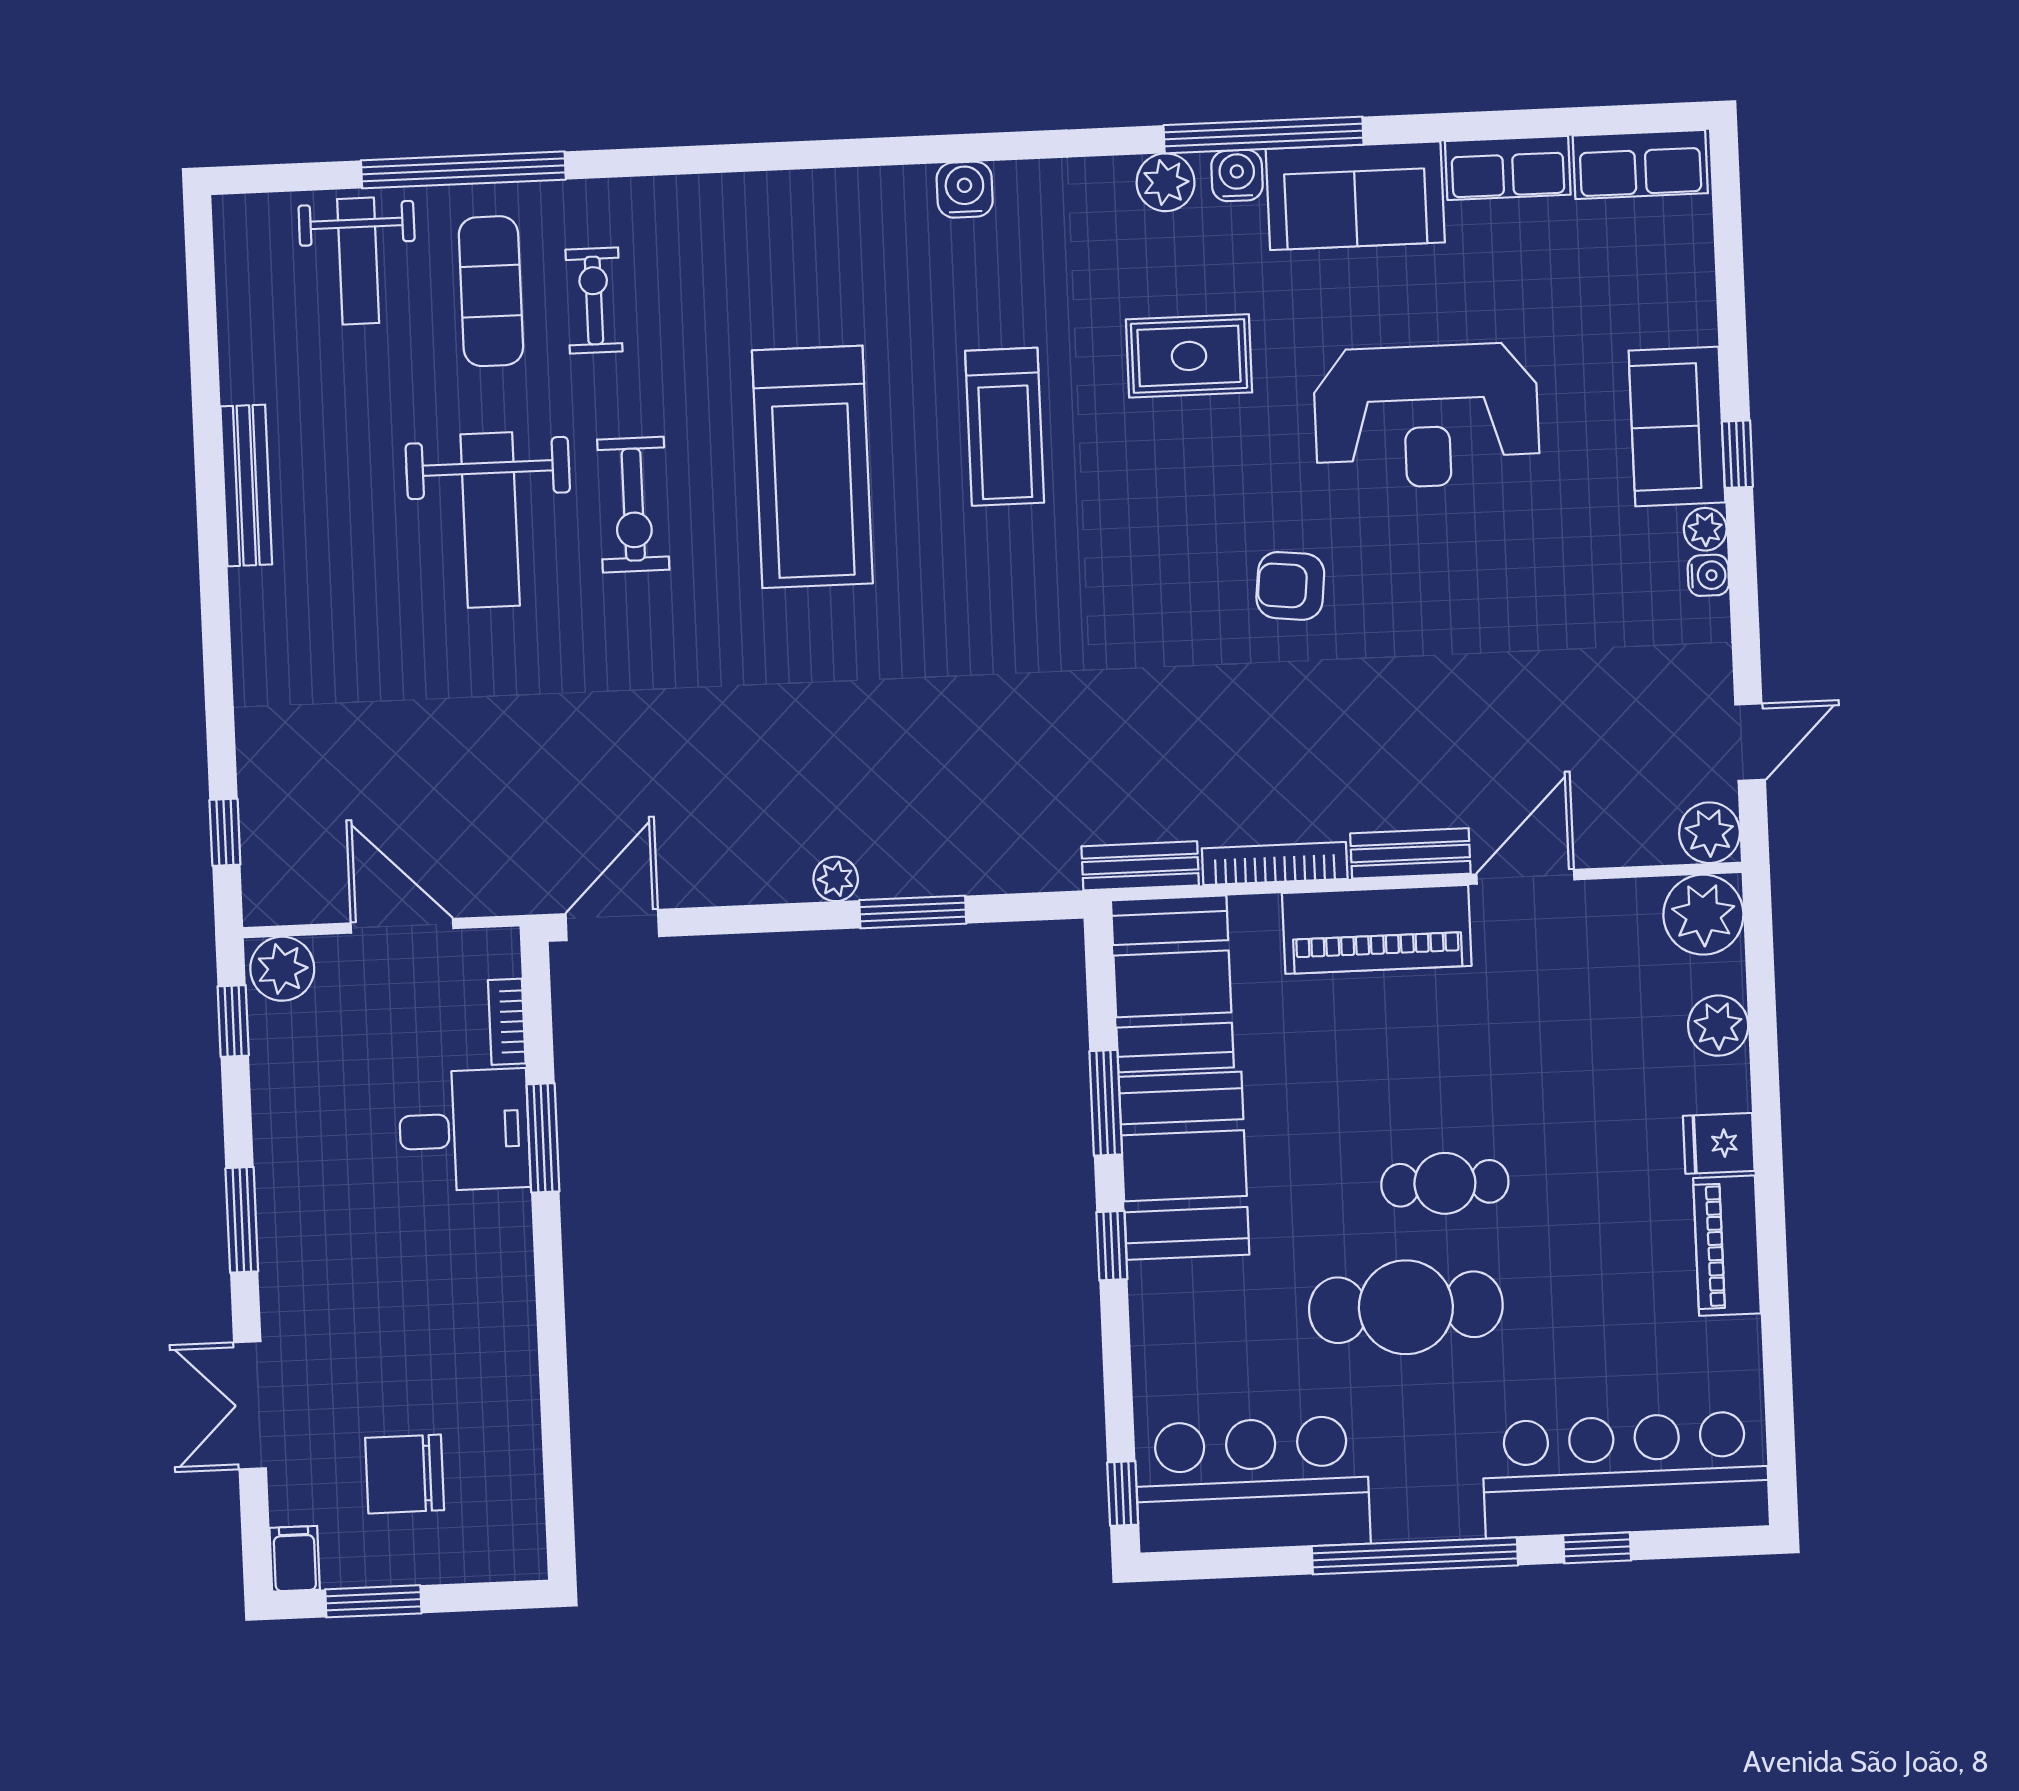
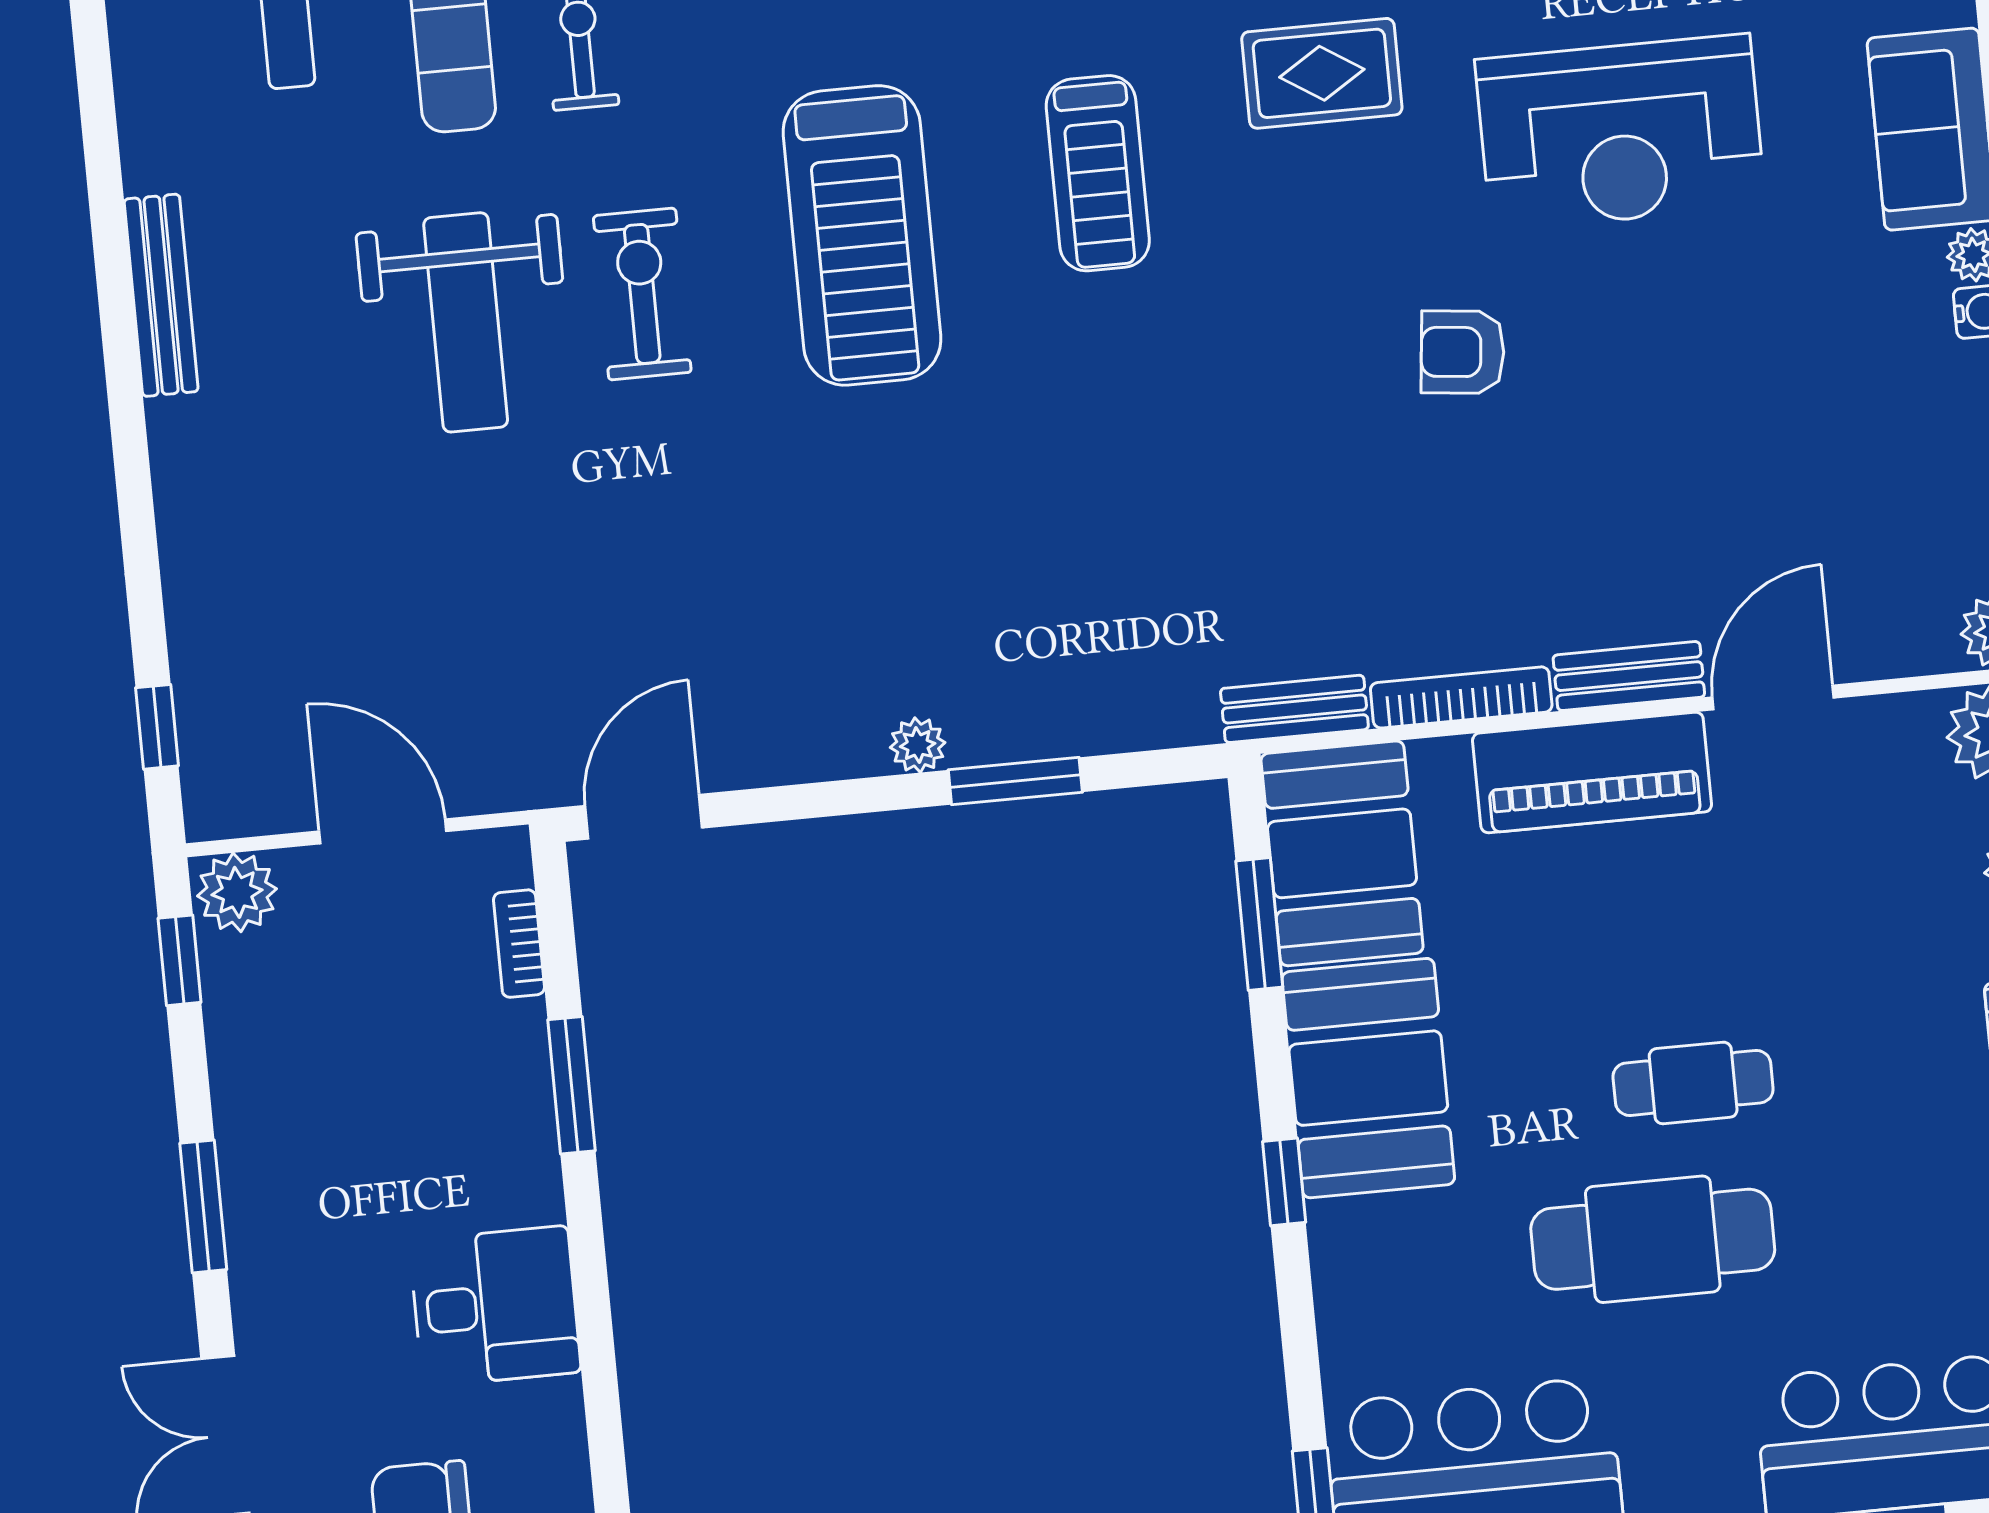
exercise bike: (633, 505) -> (642, 294), turned 180
window: (1106, 1103) -> (1259, 924), moved
desk: (464, 1130) -> (495, 1306), moved

